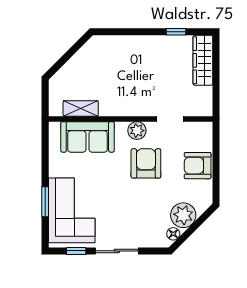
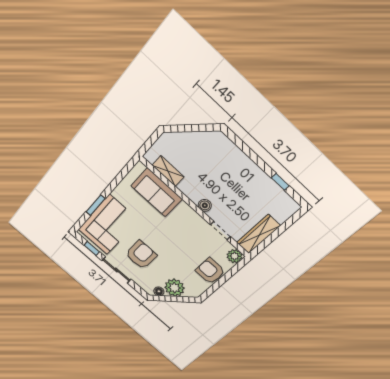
wardrobe: (203, 60) -> (258, 234), moved
boiler: (137, 109) -> (205, 205), added
plant: (137, 131) -> (235, 256), moved
armchair: (146, 163) -> (141, 255), moved

